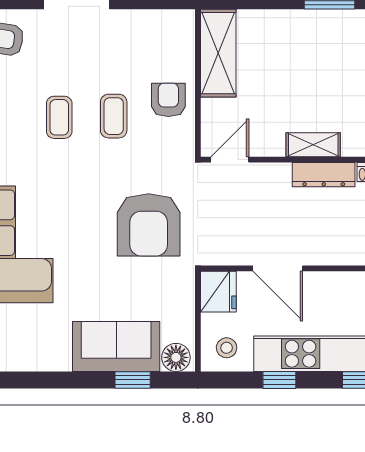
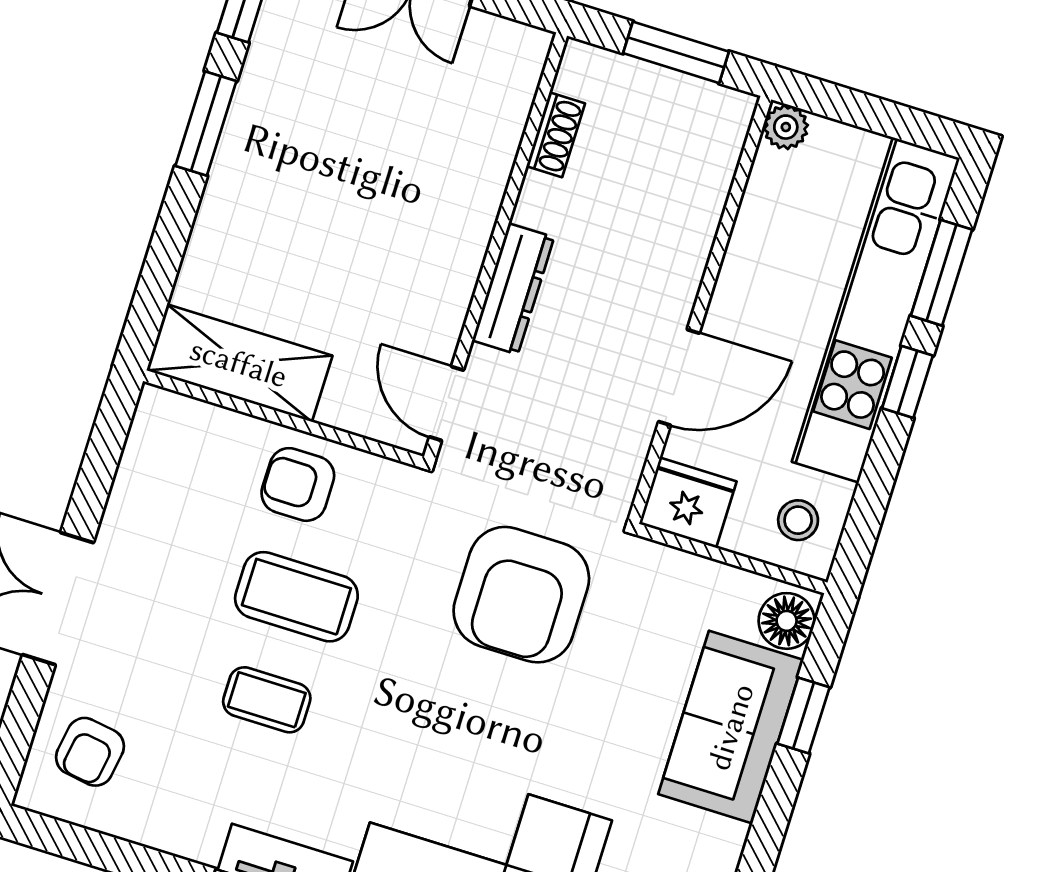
coffee table: (114, 116) -> (296, 597), width x1.36, depth x1.30
shelving: (313, 145) -> (467, 238), removed
dresser: (324, 175) -> (513, 289), moved
armchair: (149, 225) -> (521, 595), turned 90
window: (279, 380) -> (907, 382), moved

